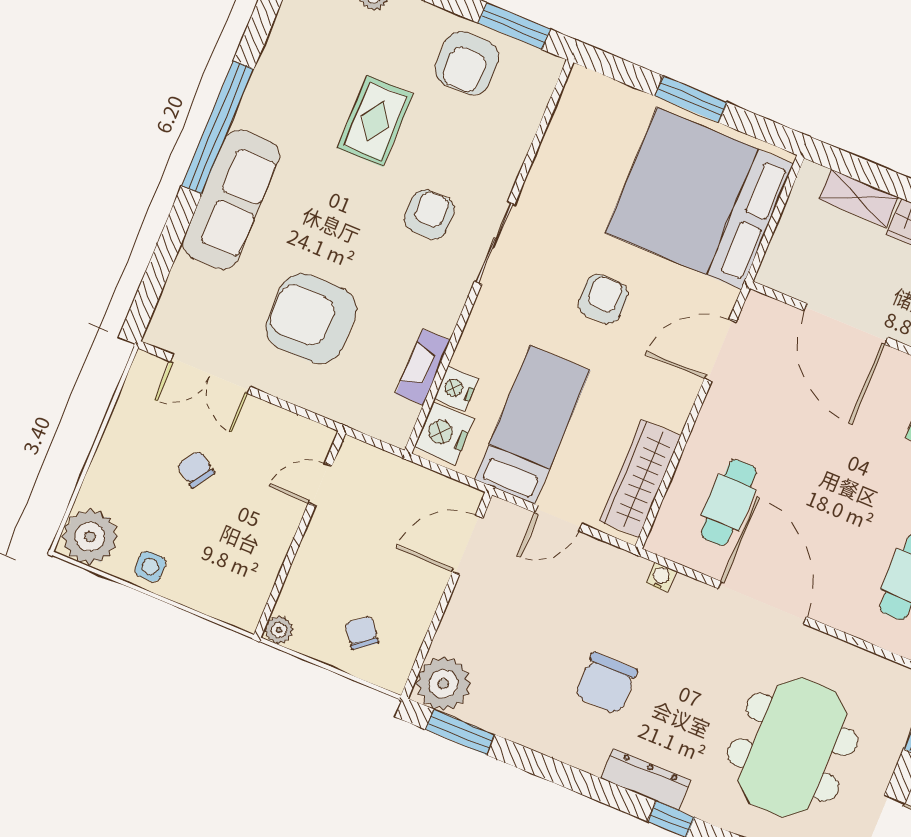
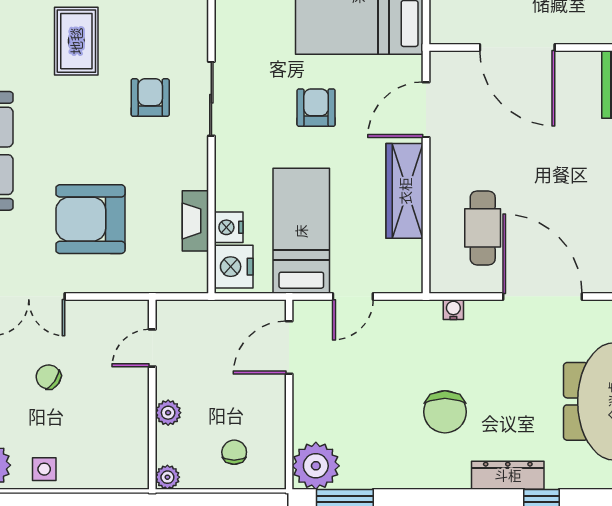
wardrobe: (640, 478) -> (405, 191), moved
plant: (308, 561) -> (168, 413), added
chair: (362, 633) -> (234, 452), turned 37

